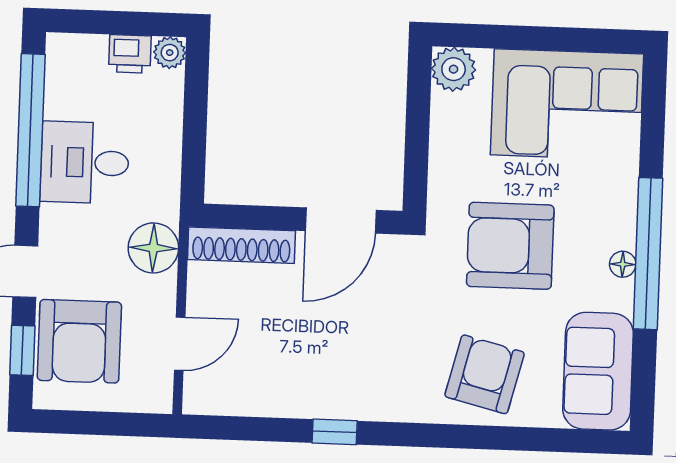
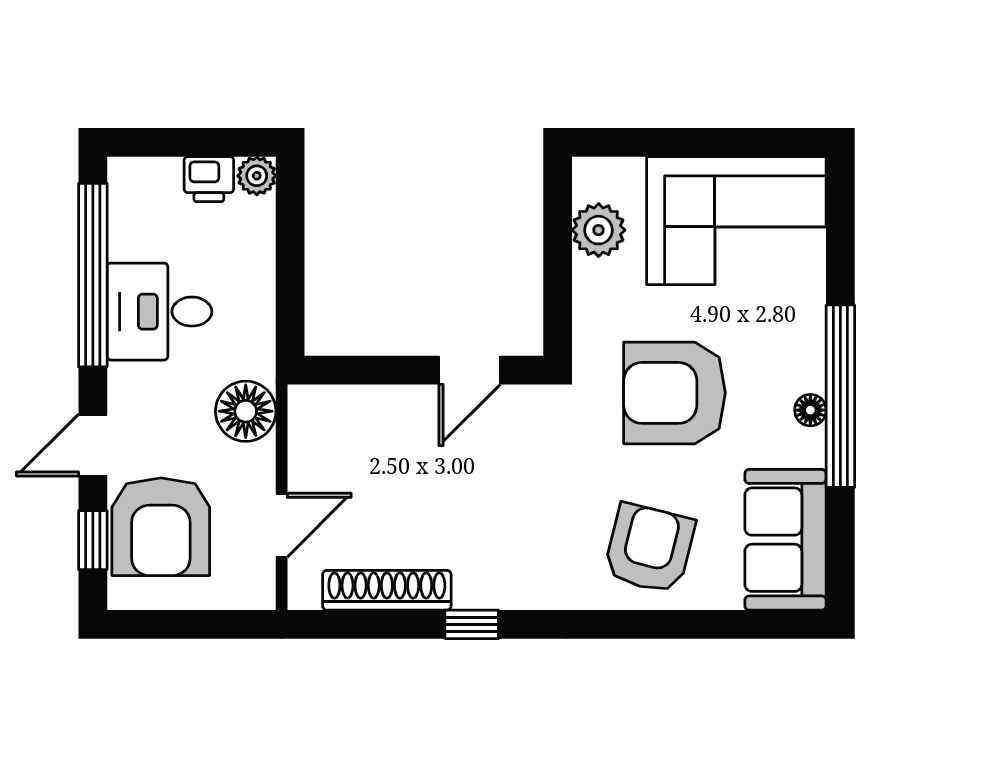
plant: (454, 69) -> (599, 230), moved
door: (341, 221) -> (470, 370), width x0.73
shoe rack: (241, 245) -> (387, 590), moved, turned 180

